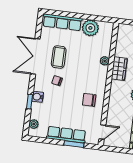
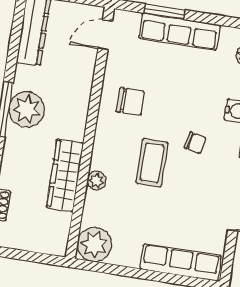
plant: (90, 28) -> (94, 245), moved
coffee table: (59, 57) -> (152, 163), moved
wardrobe: (119, 69) -> (65, 175), width x1.50

